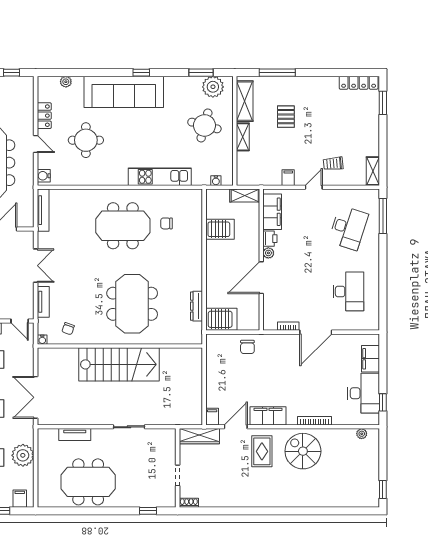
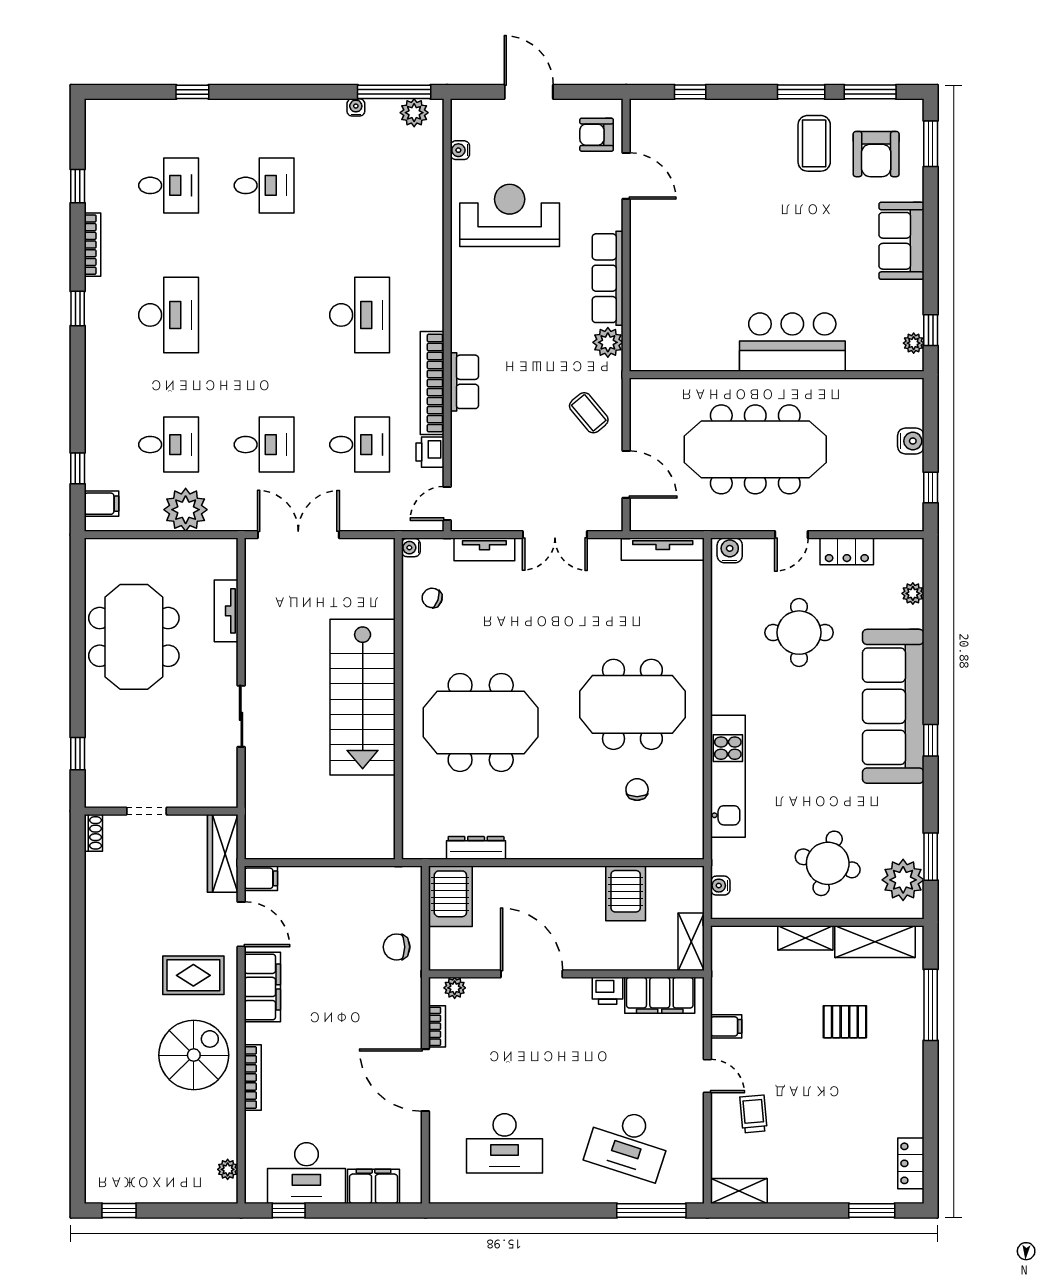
locker: (359, 83) -> (911, 1163), width x0.66
meeting table: (123, 226) -> (632, 704), turned 90
plant: (268, 253) -> (455, 988), moved

